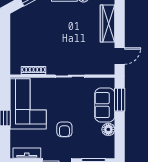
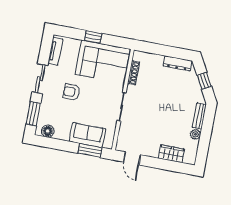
wardrobe: (107, 24) -> (171, 154), width x0.67
dresser: (16, 28) -> (177, 63), added
floor lamp: (108, 129) -> (48, 131), moved

